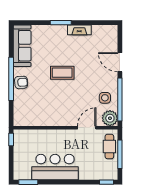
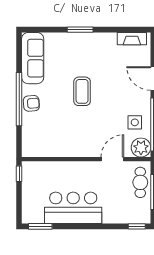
fireplace: (79, 30) -> (132, 39), moved
coffee table: (62, 73) -> (82, 91), turned 90

